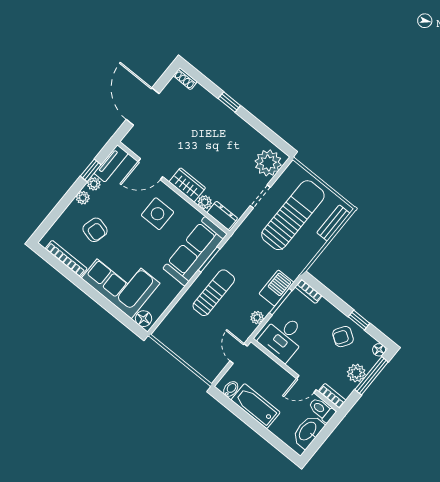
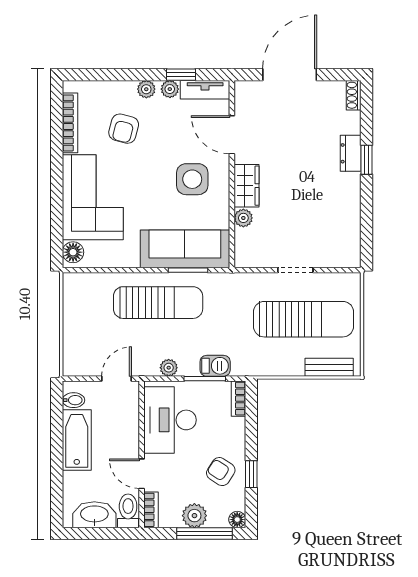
plant: (268, 163) -> (336, 250), removed
dresser: (222, 215) -> (351, 153), moved, turned 180
barbecue: (276, 288) -> (215, 366), width x0.73, depth x0.79
sun lounger: (214, 293) -> (158, 303), width x1.36, depth x1.34
desk: (283, 337) -> (170, 420), width x1.37

